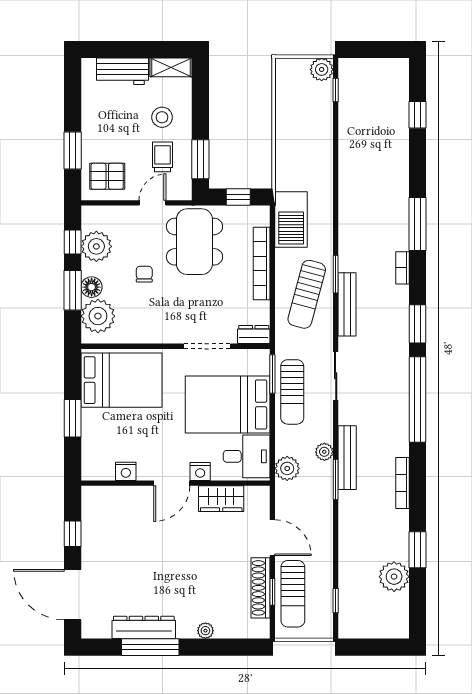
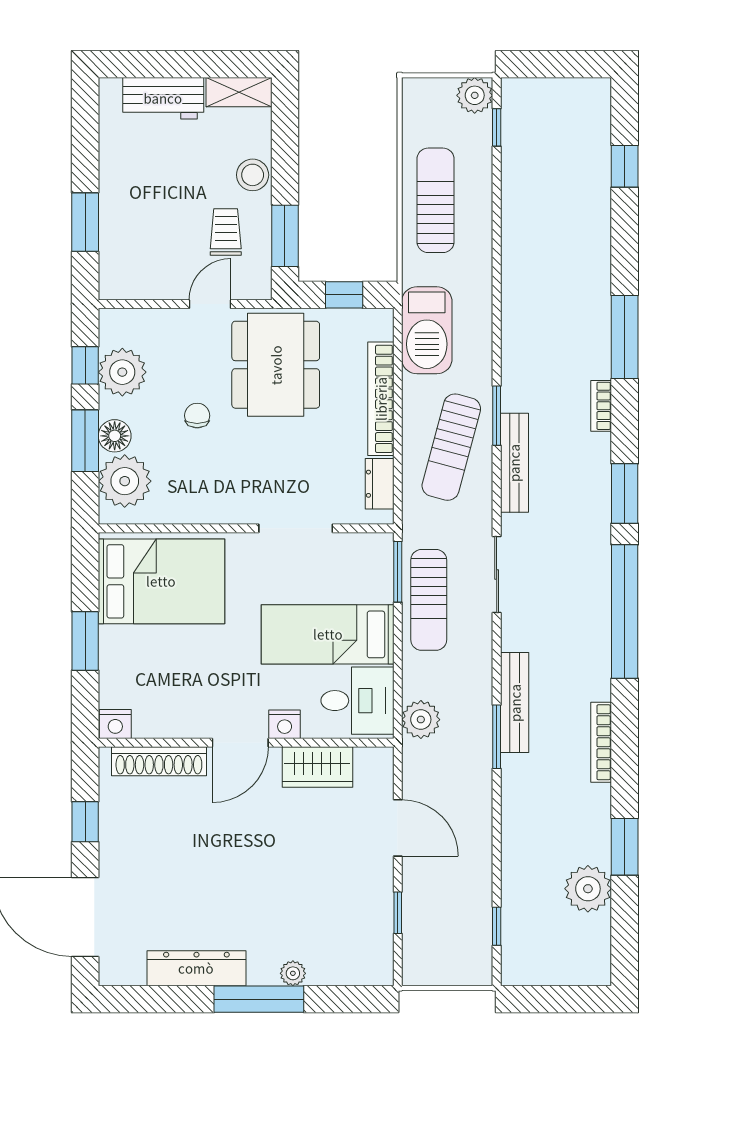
stool: (162, 117) -> (253, 175), moved
pallet: (107, 176) -> (139, 262), removed
dresser: (254, 335) -> (380, 484), moved, turned -90
bed: (228, 405) -> (328, 634), width x0.67
plant: (324, 452) -> (479, 693), removed
nightstand: (126, 471) -> (115, 724), moved
shoe rack: (261, 588) -> (159, 761), moved, turned -90
sun lounger: (293, 594) -> (436, 200), moved, turned 180
window: (150, 647) -> (259, 999), moved

